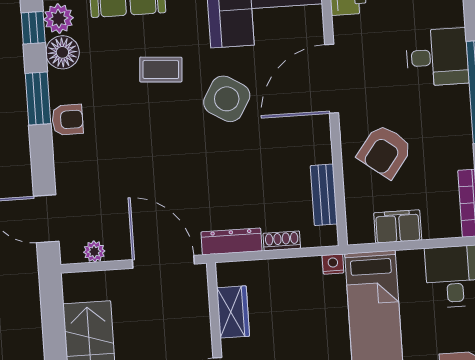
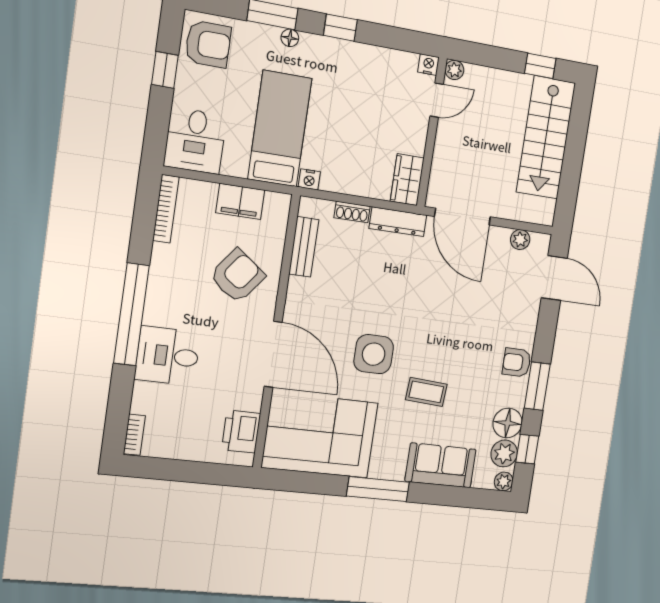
door: (332, 79) -> (273, 354), hinge flipped
side table: (227, 99) -> (374, 354), turned -31
wardrobe: (233, 312) -> (407, 180), moved

